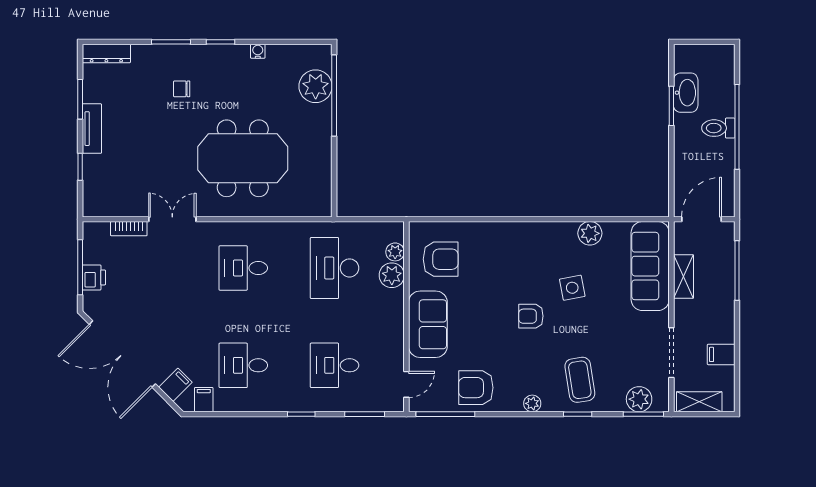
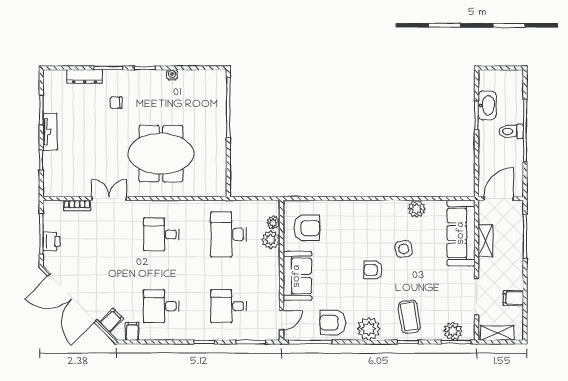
dresser: (106, 53) -> (85, 76), moved
plant: (316, 86) -> (215, 101), removed
plant: (532, 403) -> (369, 329), width x1.87, depth x1.87

